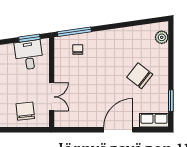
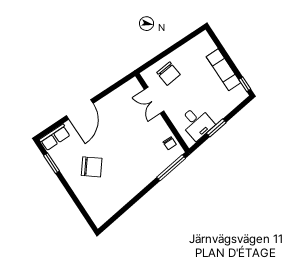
plant: (162, 37) -> (94, 212), removed
window: (29, 38) -> (216, 128), moved
chair: (78, 49) -> (170, 143), moved

